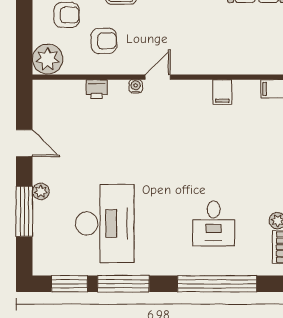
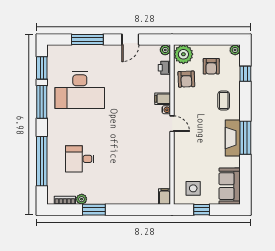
armchair: (104, 41) -> (186, 79), moved
side table: (260, 44) -> (193, 188), added
printer: (97, 89) -> (164, 68), moved
filing cabinet: (222, 92) -> (163, 99), moved
plant: (41, 191) -> (165, 50), moved

